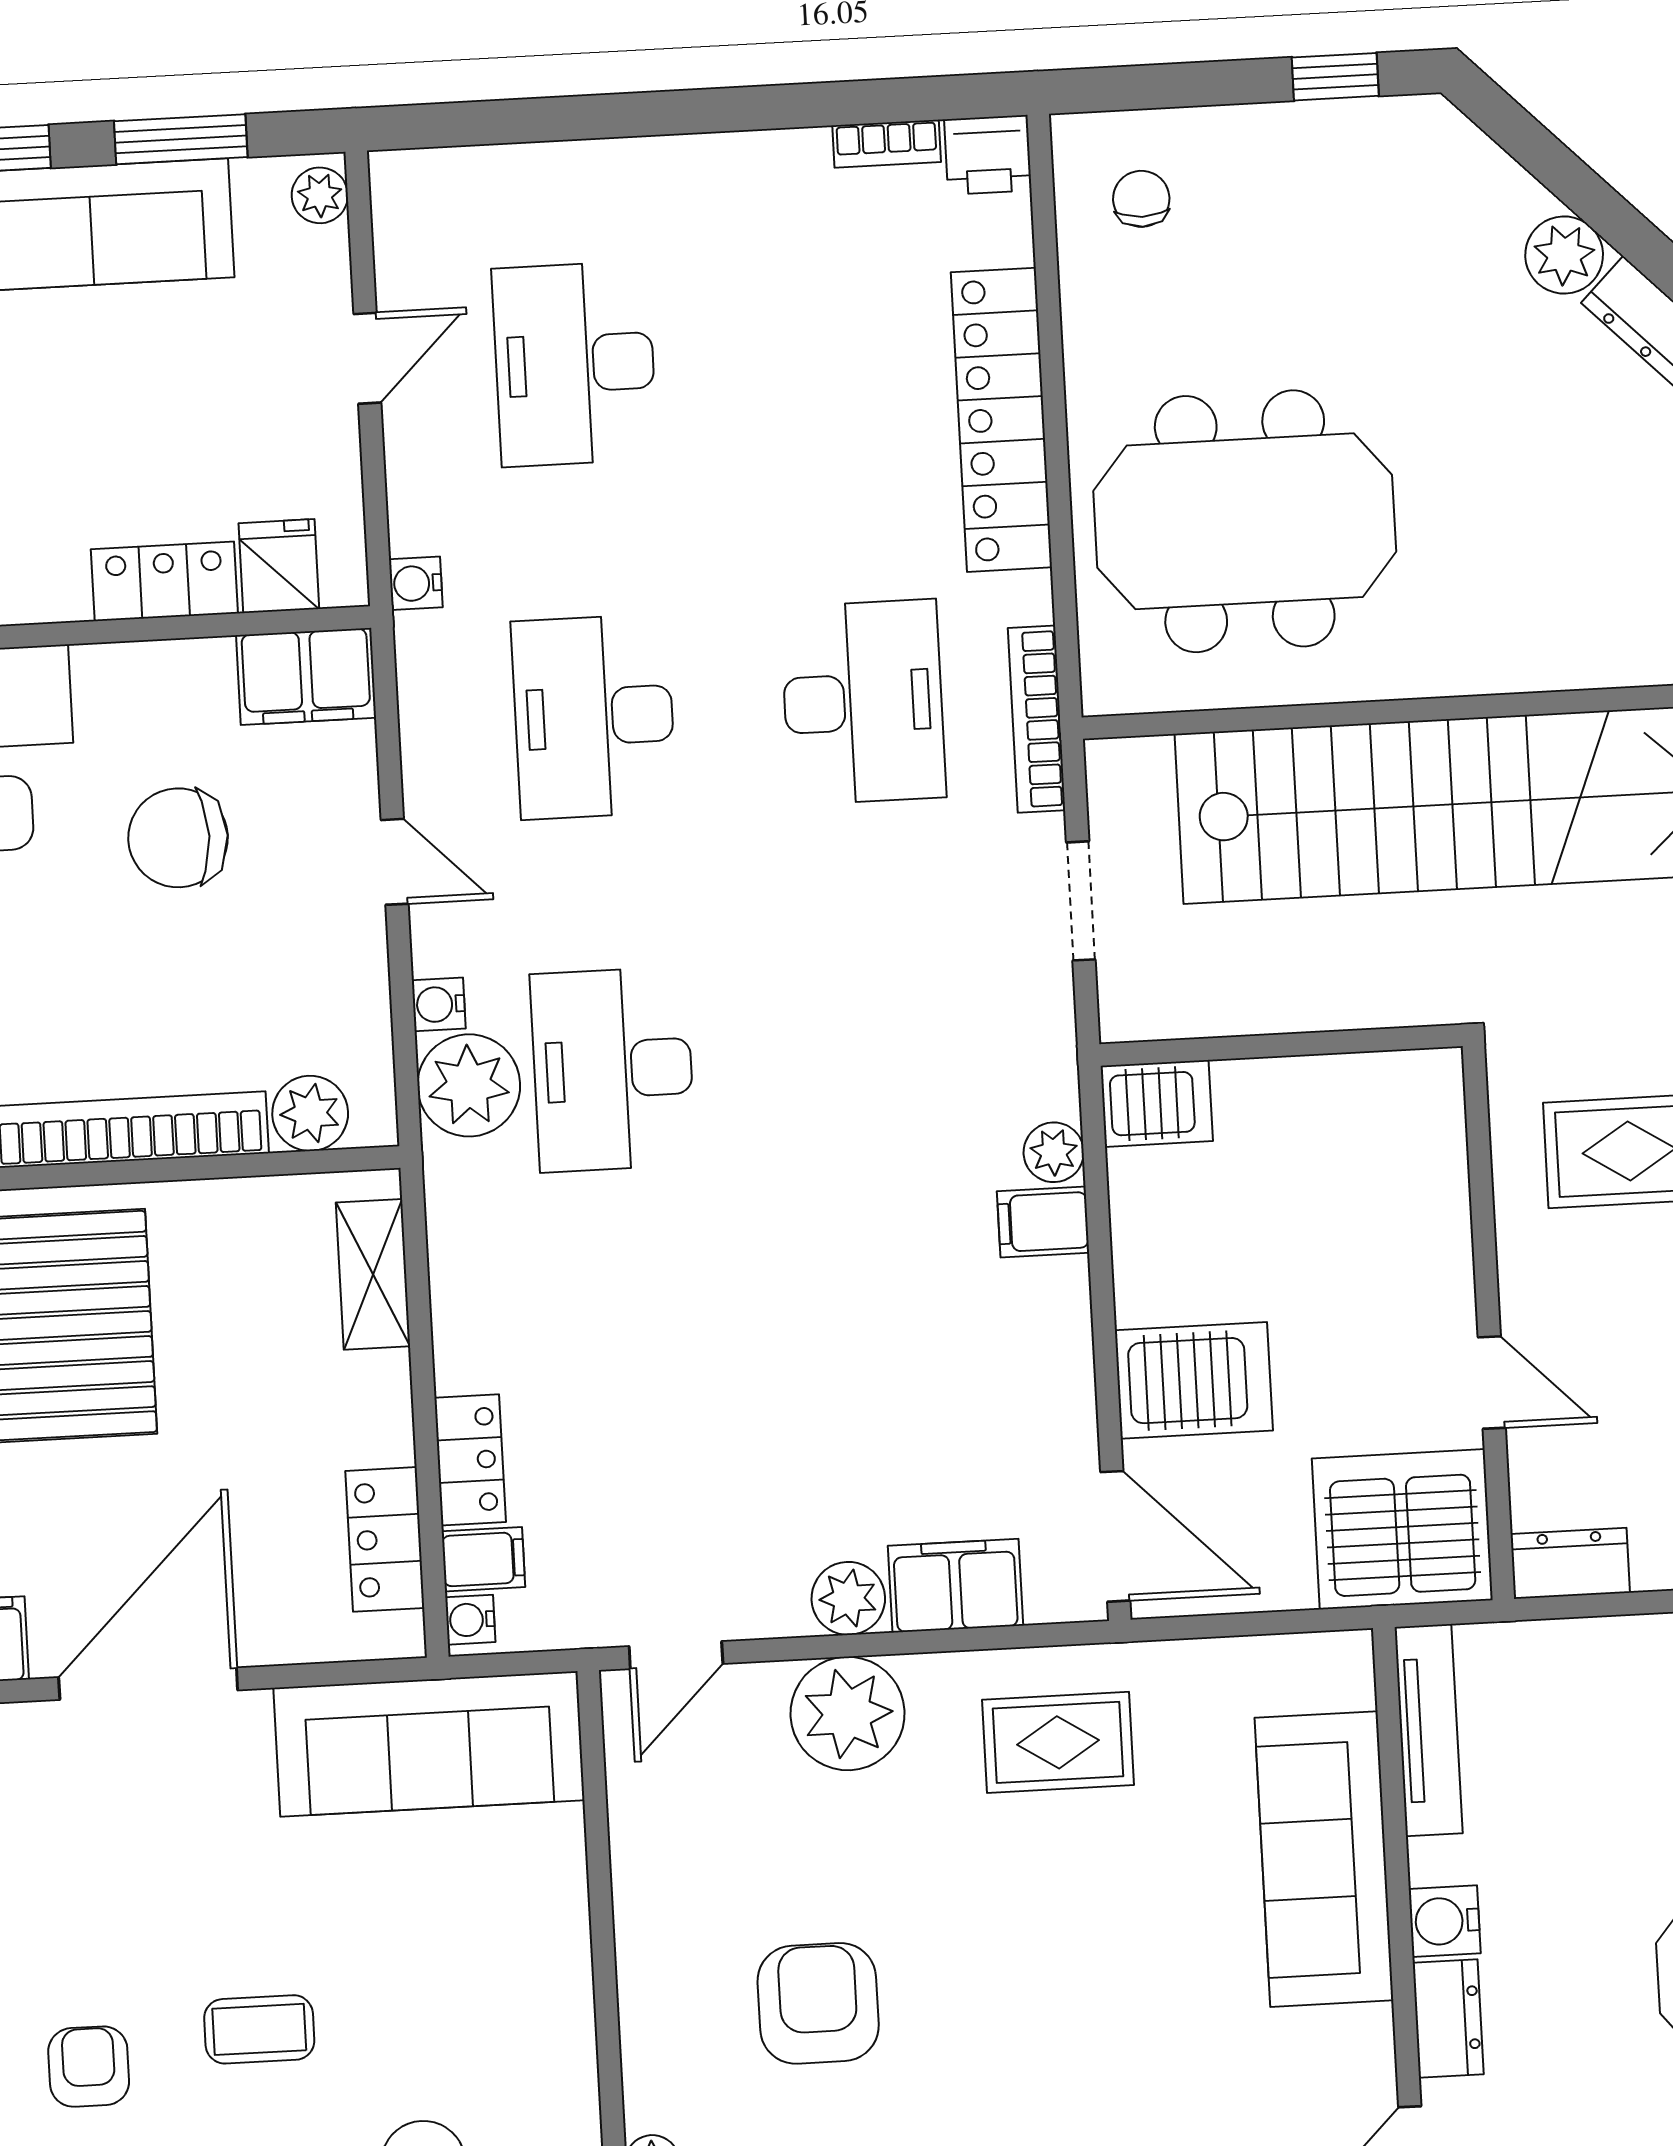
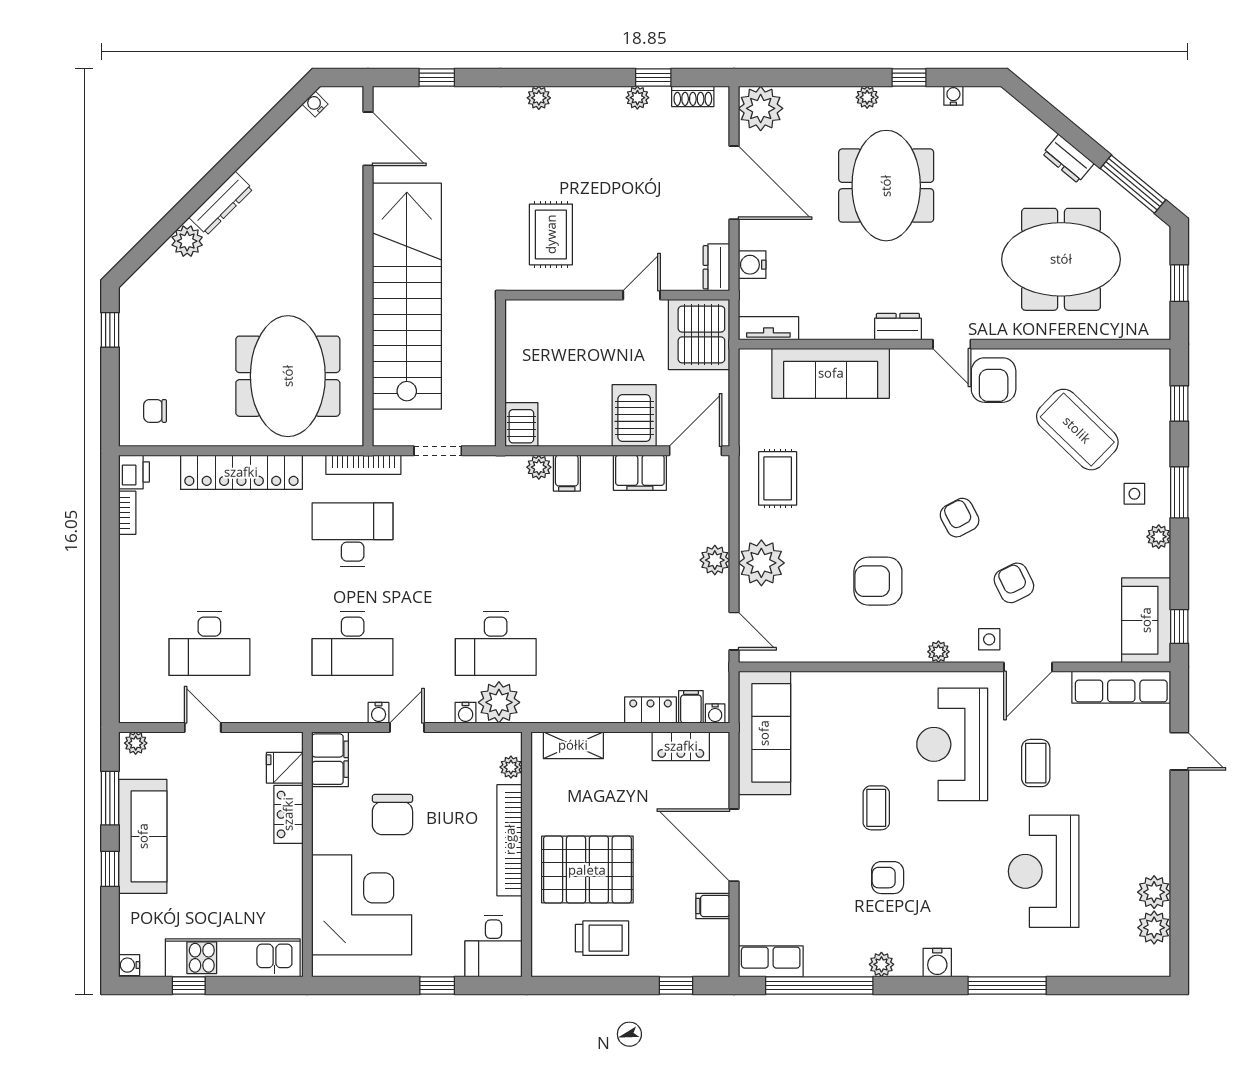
water cooler: (416, 583) -> (379, 713), moved
plant: (310, 1113) -> (511, 767), width x0.73, depth x0.73
filing cabinet: (955, 1586) -> (640, 473), moved, turned -90
tv unit: (1429, 1730) -> (768, 328), width x0.71
water cooler: (1445, 1921) -> (752, 265), moved, turned 90

